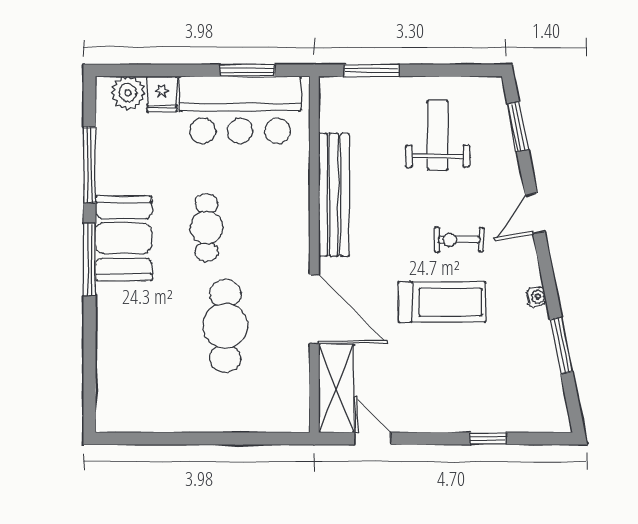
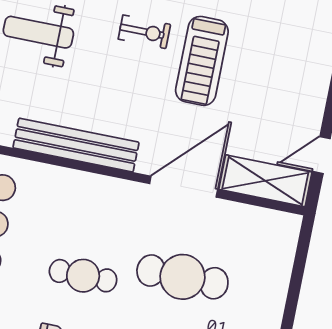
exercise bike: (459, 240) -> (144, 32), turned -90
treadmill: (442, 302) -> (202, 61), turned 180

